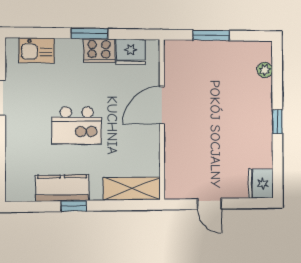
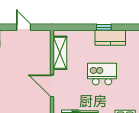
door: (162, 105) -> (52, 86), swing flipped
shelving: (132, 189) -> (60, 53), moved, turned 90

